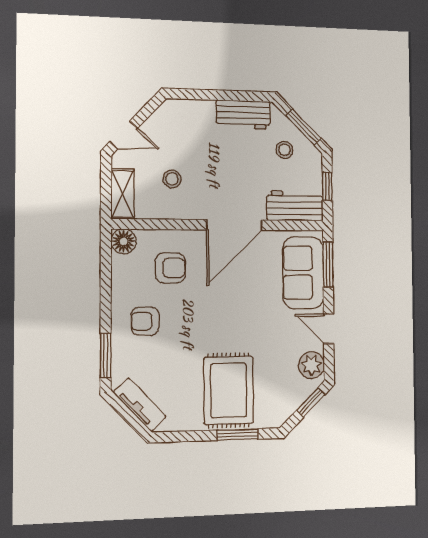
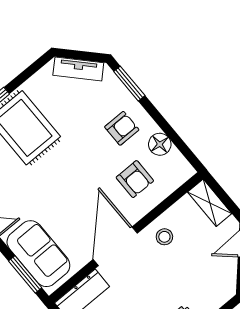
stool: (172, 179) -> (164, 237), moved
floor lamp: (124, 241) -> (160, 144), moved
armchair: (170, 268) -> (135, 179), turned -90

